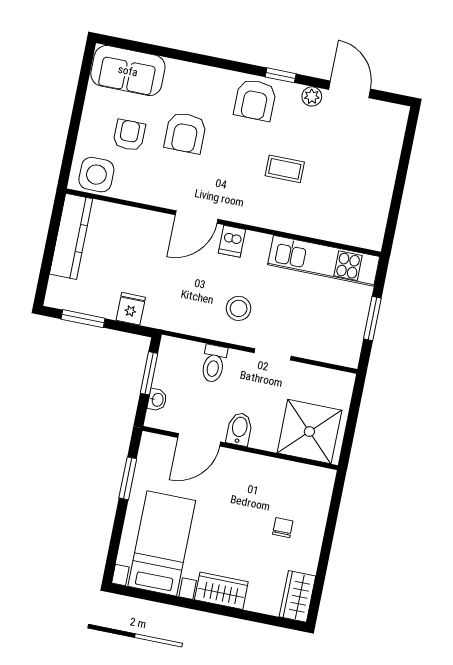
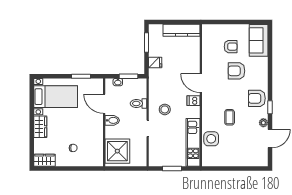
side table: (96, 175) -> (211, 139), moved

